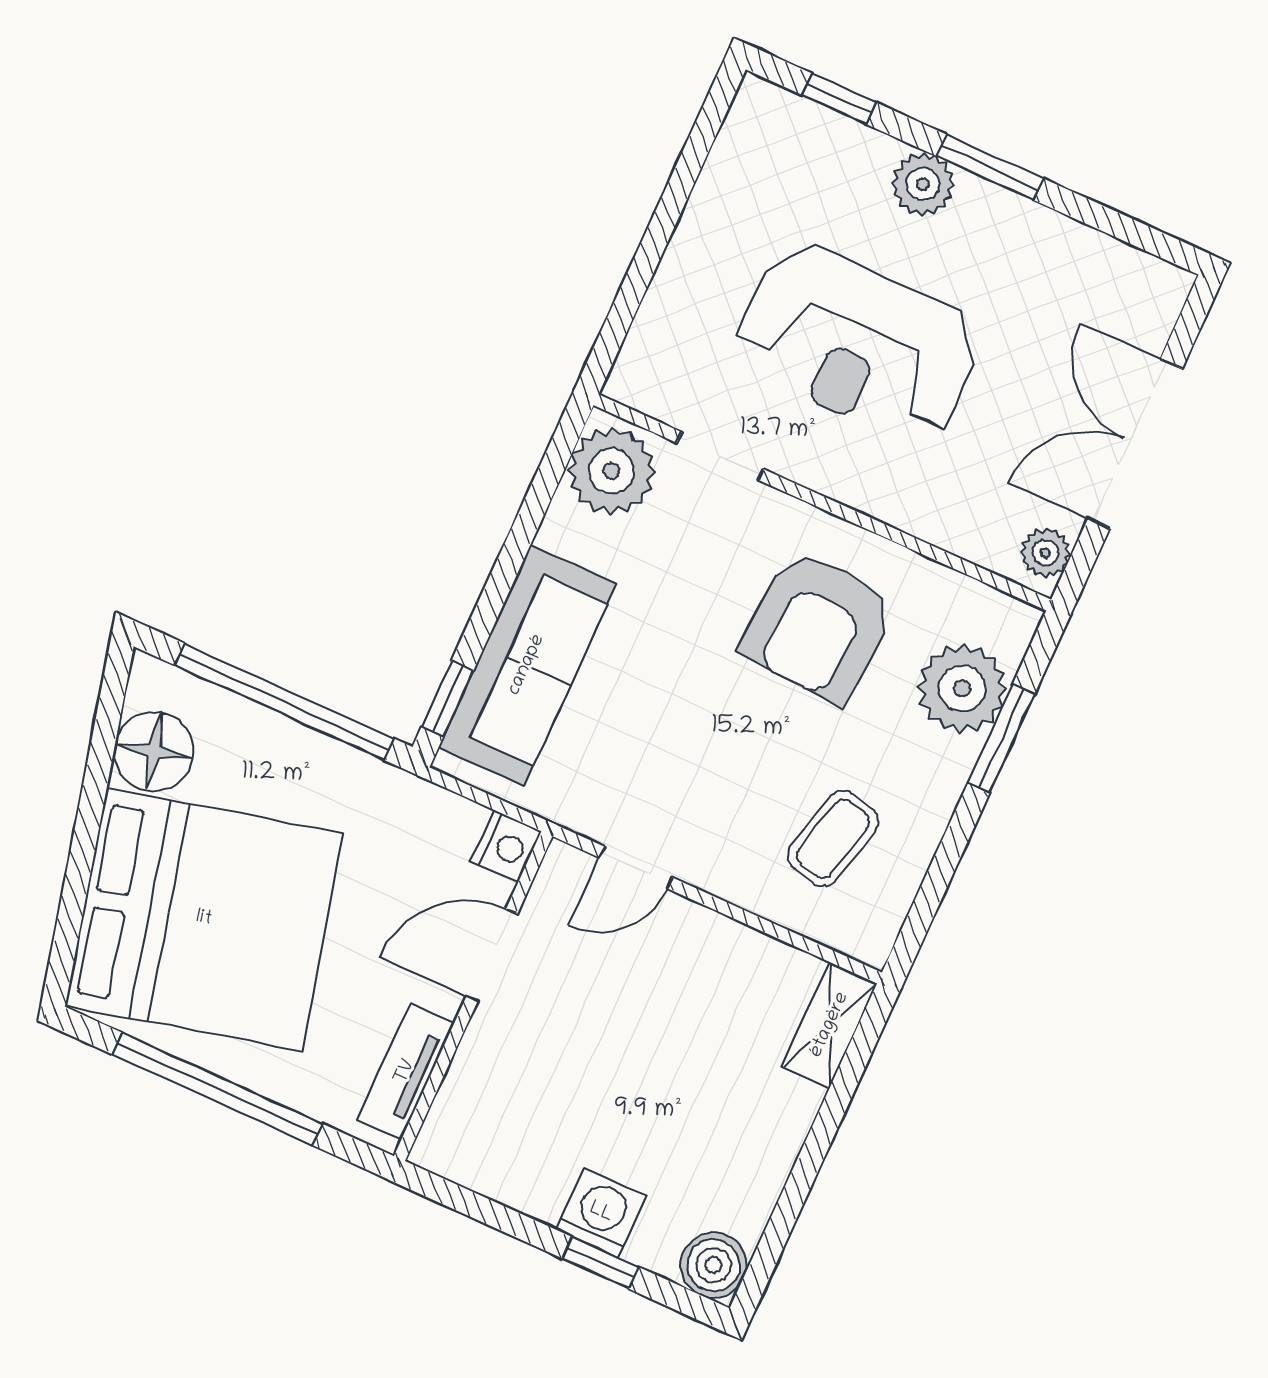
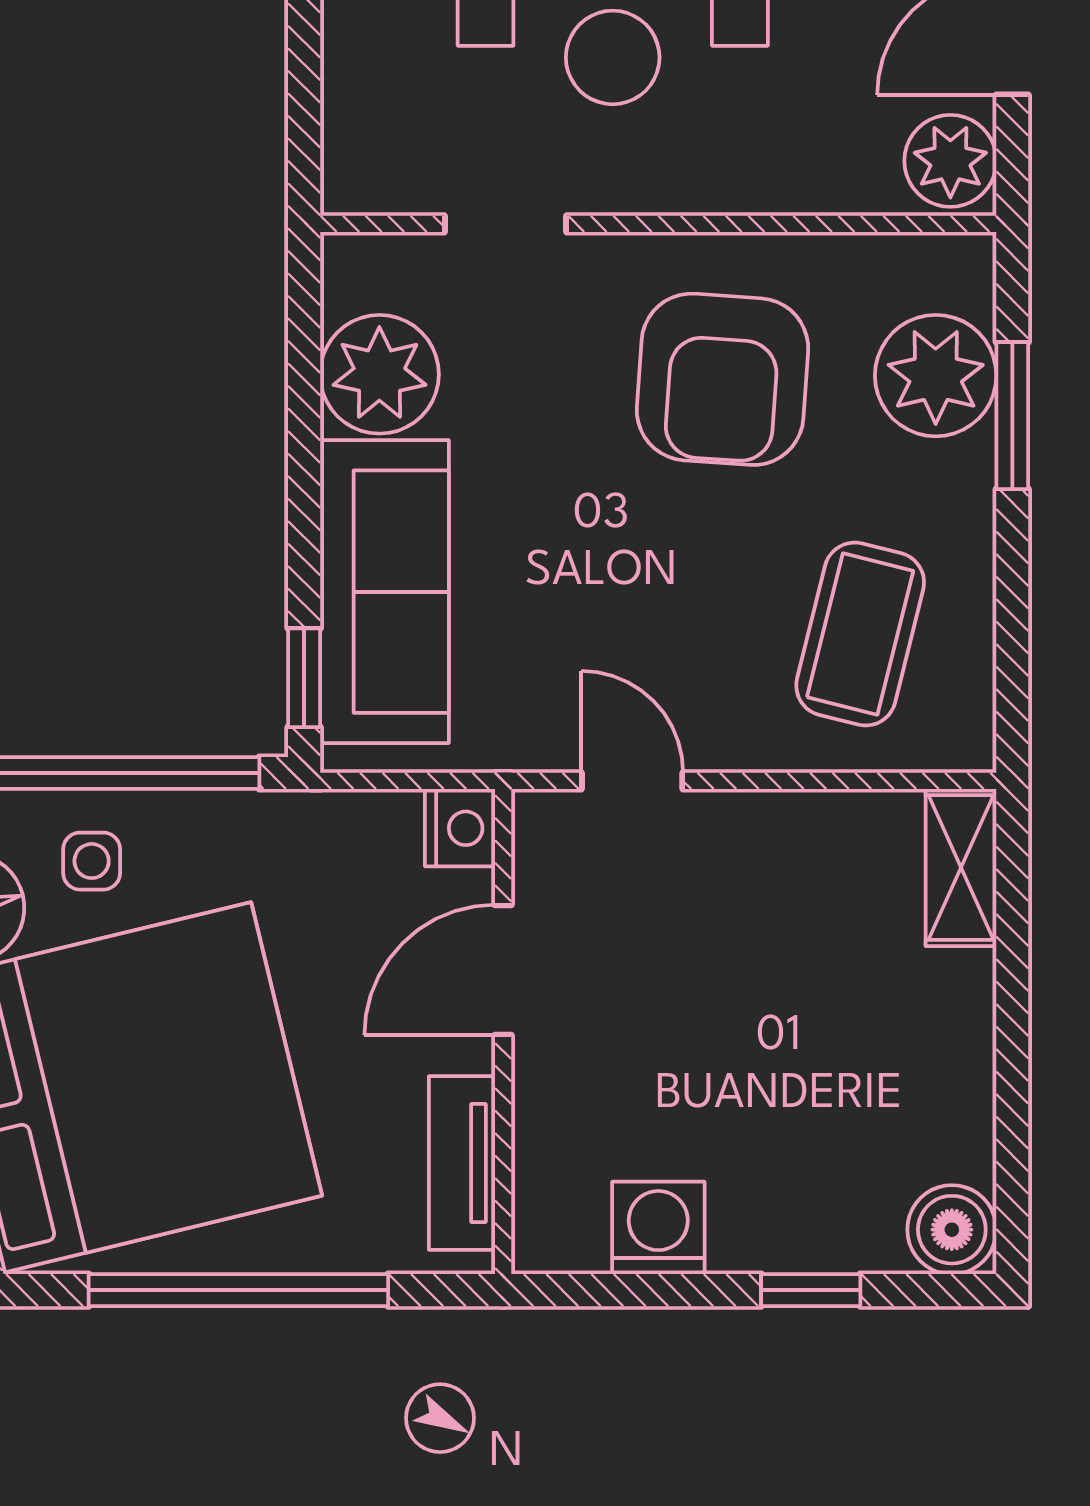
plant: (612, 471) -> (379, 374), moved
plant: (1046, 553) -> (950, 161), width x1.38, depth x1.38
side table: (249, 757) -> (92, 861), added
coffee table: (833, 838) -> (860, 634), width x1.36, depth x1.30
door: (636, 868) -> (632, 781), swing flipped
washing machine: (601, 1213) -> (658, 1228), moved

